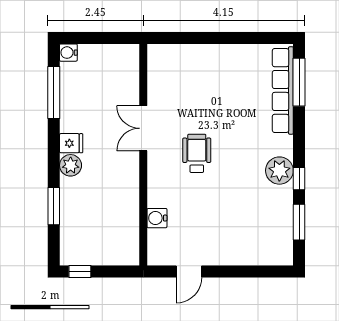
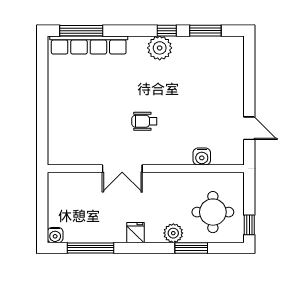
wheelchair: (197, 153) -> (144, 121), width x0.73, depth x0.73
plant: (71, 165) -> (173, 233), moved
round table: (94, 231) -> (213, 212), added

